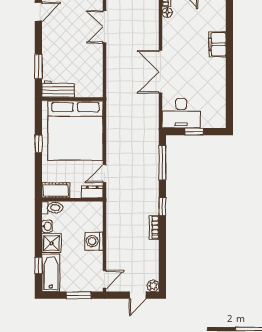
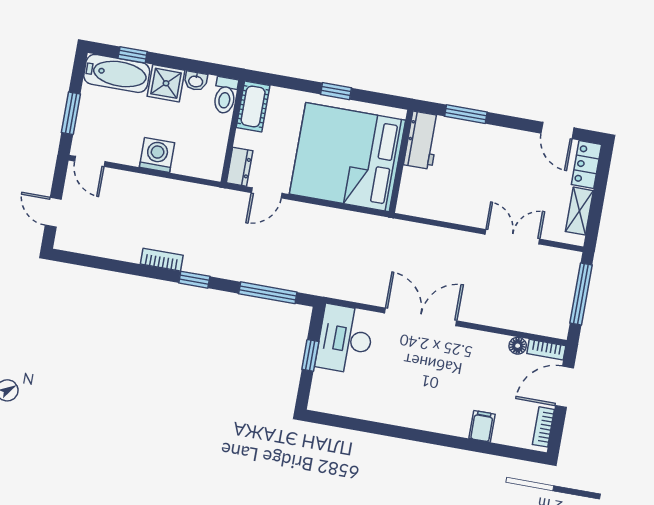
filing cabinet: (217, 44) -> (482, 426), moved, width x0.50
door: (105, 174) -> (267, 193), swing flipped
plant: (153, 286) -> (64, 240), removed

